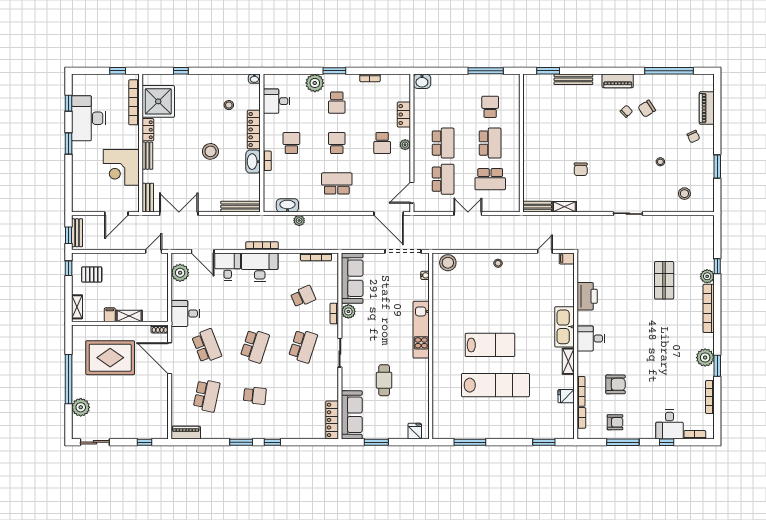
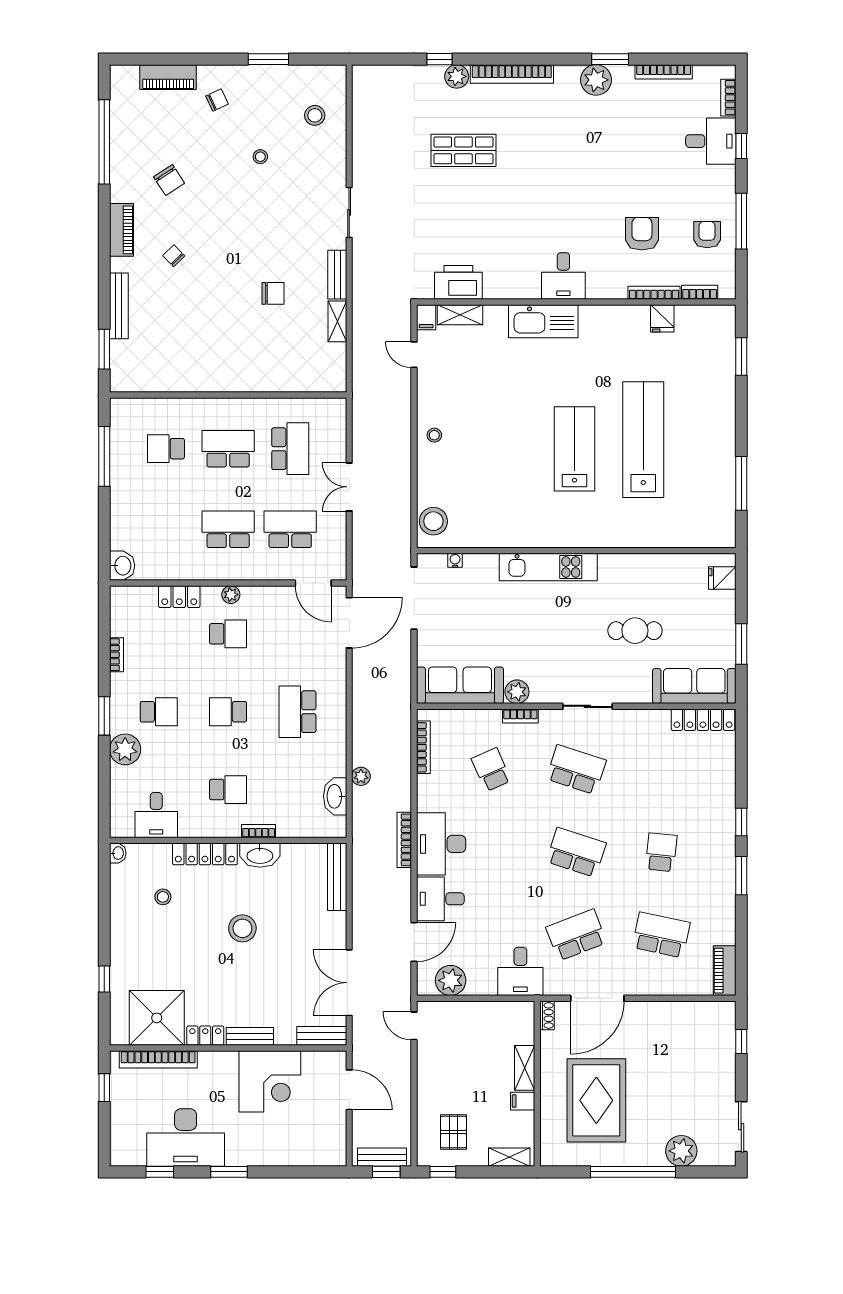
chair: (626, 111) -> (174, 256), moved
school desk: (291, 143) -> (228, 790), turned 180
bench: (537, 207) -> (337, 275), moved
printer: (587, 296) -> (458, 282), moved
shelving: (568, 361) -> (460, 315), moved

